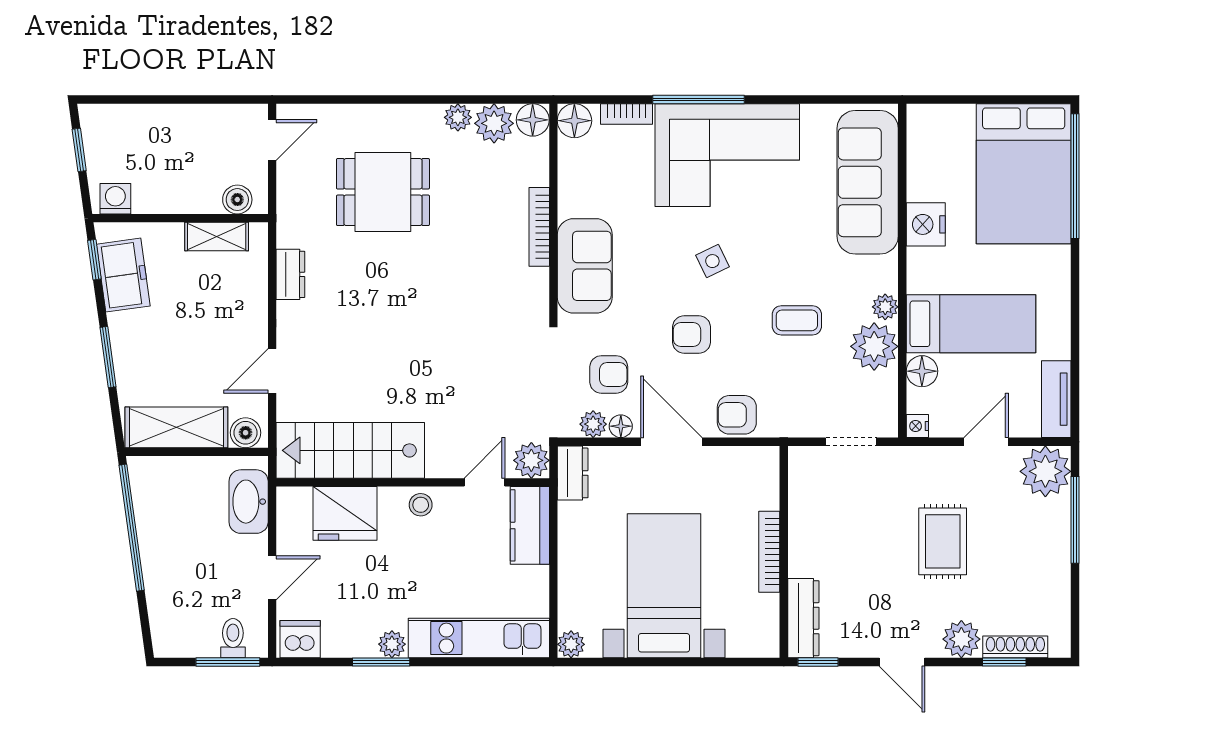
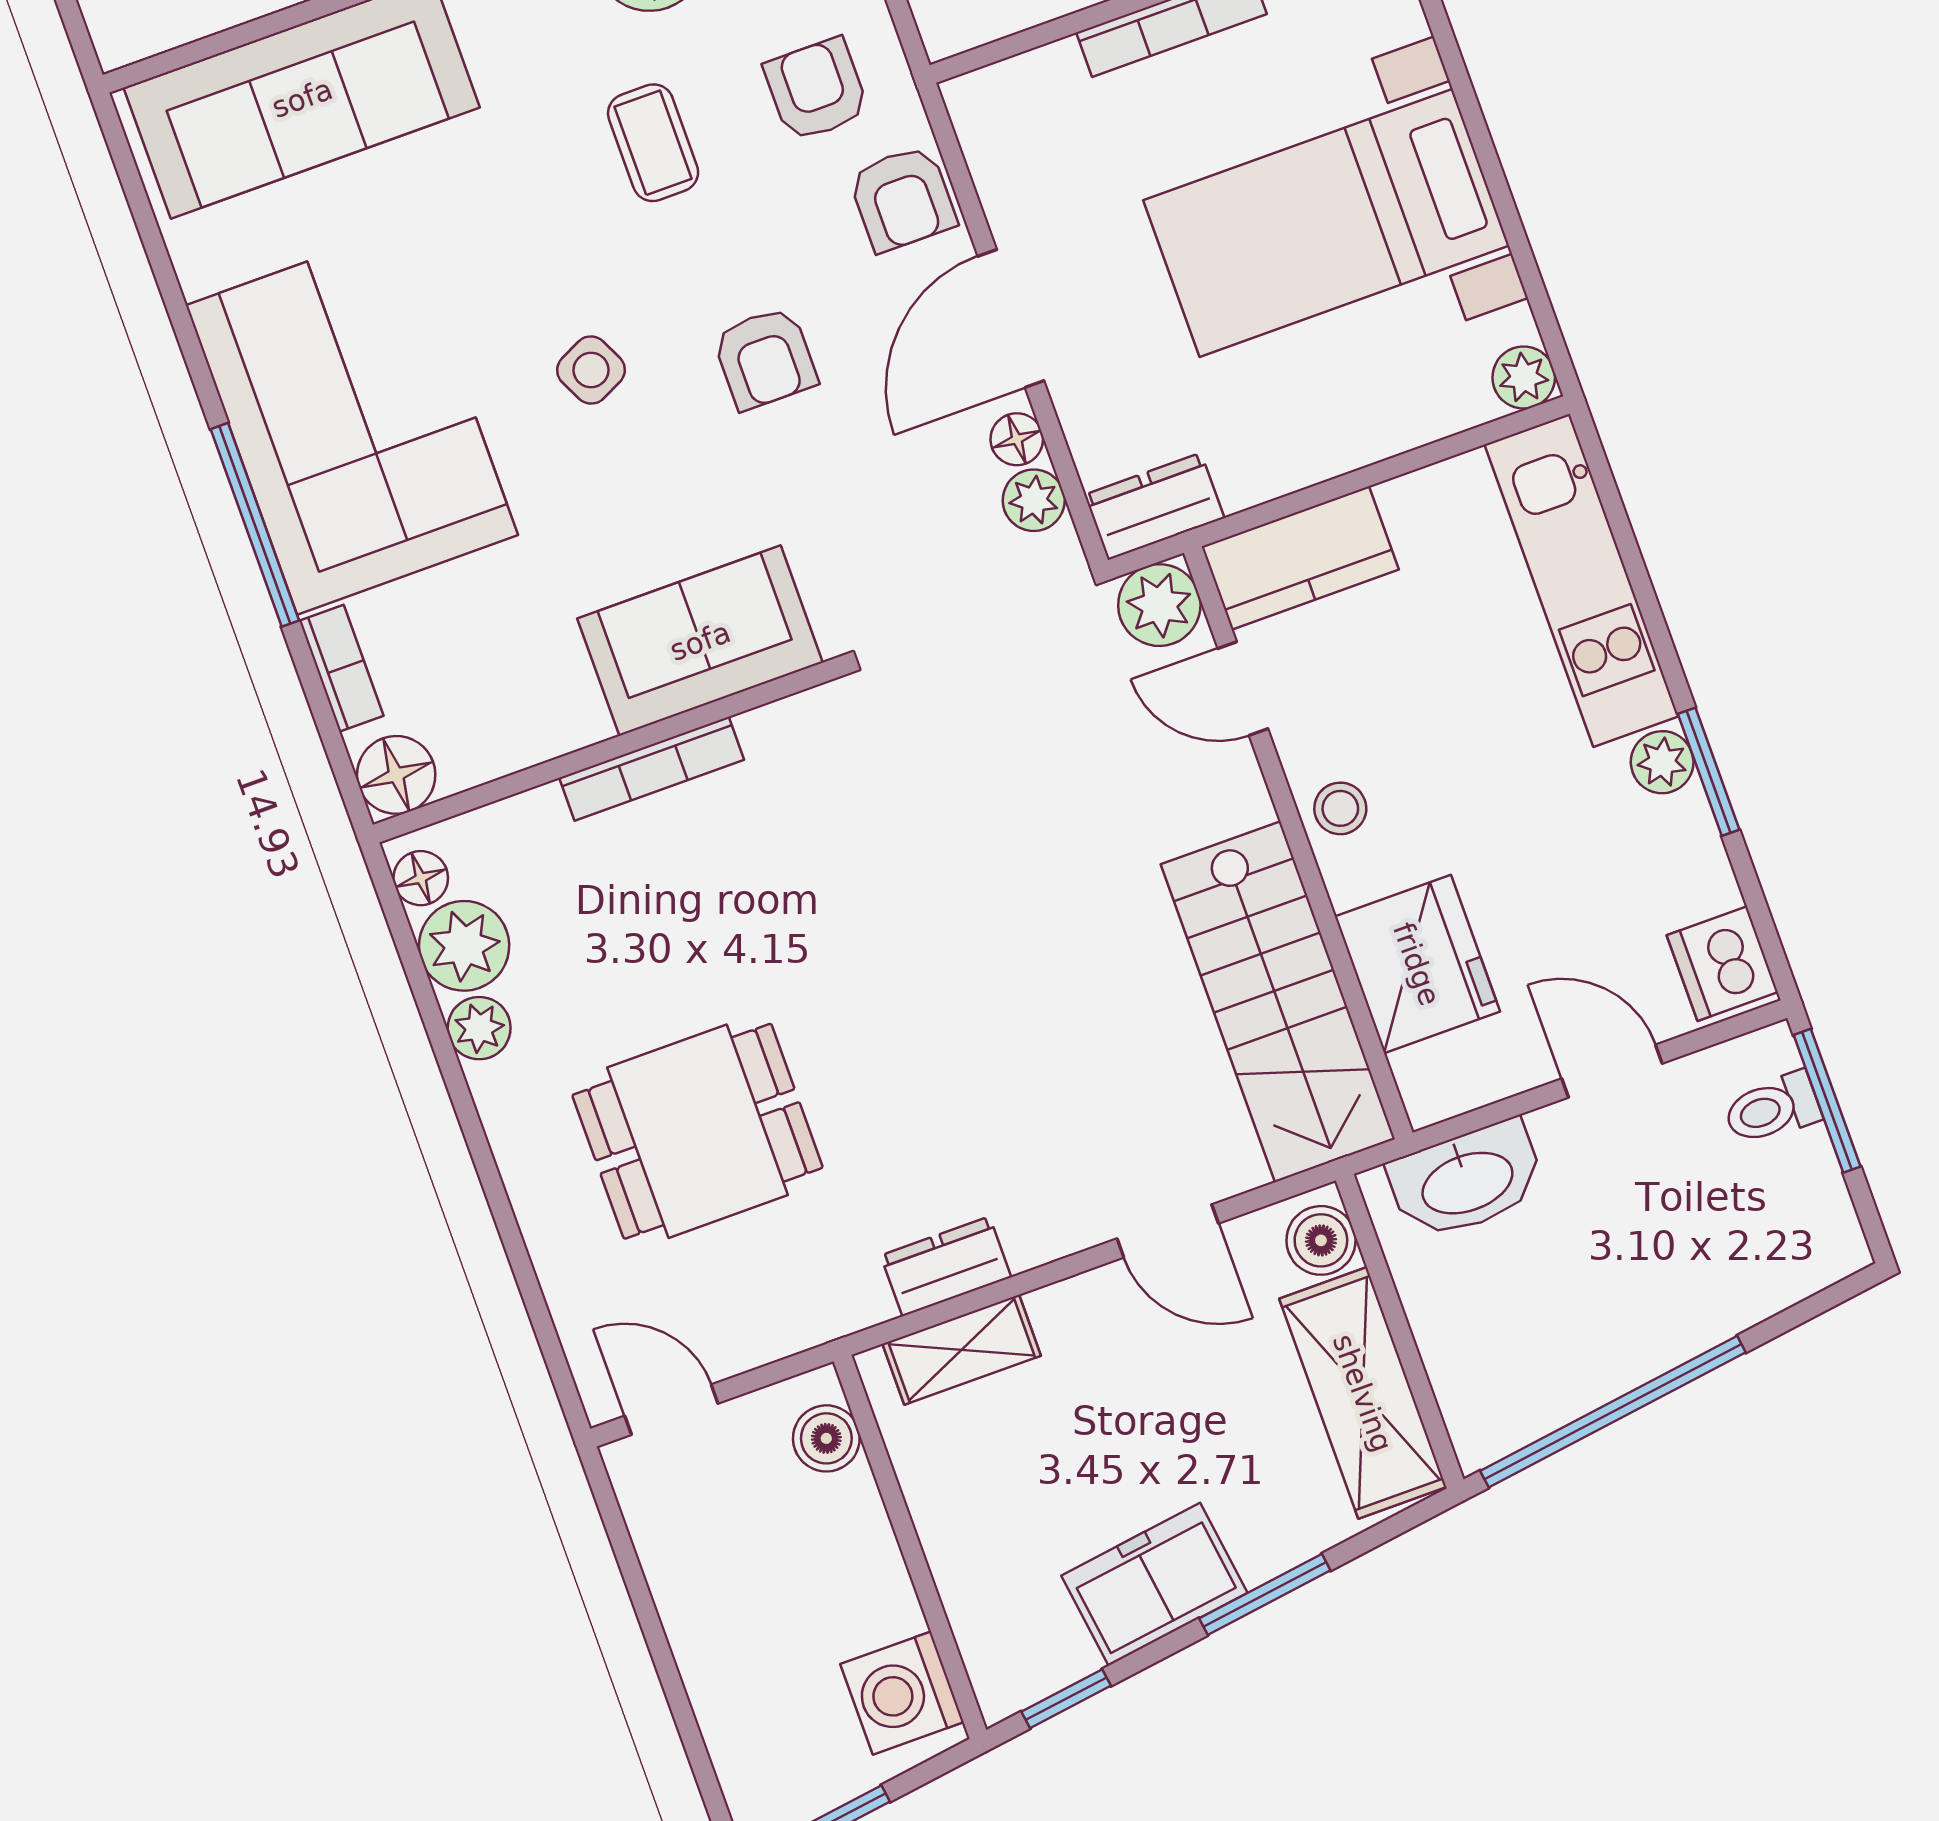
floor lamp: (533, 120) -> (421, 878), width x0.73, depth x0.73
dining table: (383, 192) -> (698, 1131), turned 90
washing machine: (115, 199) -> (902, 1693), width x1.38, depth x1.38
shelving: (217, 236) -> (962, 1350), moved, turned 90
freezer: (123, 275) -> (1154, 1584), moved
armchair: (609, 374) -> (816, 90), moved

